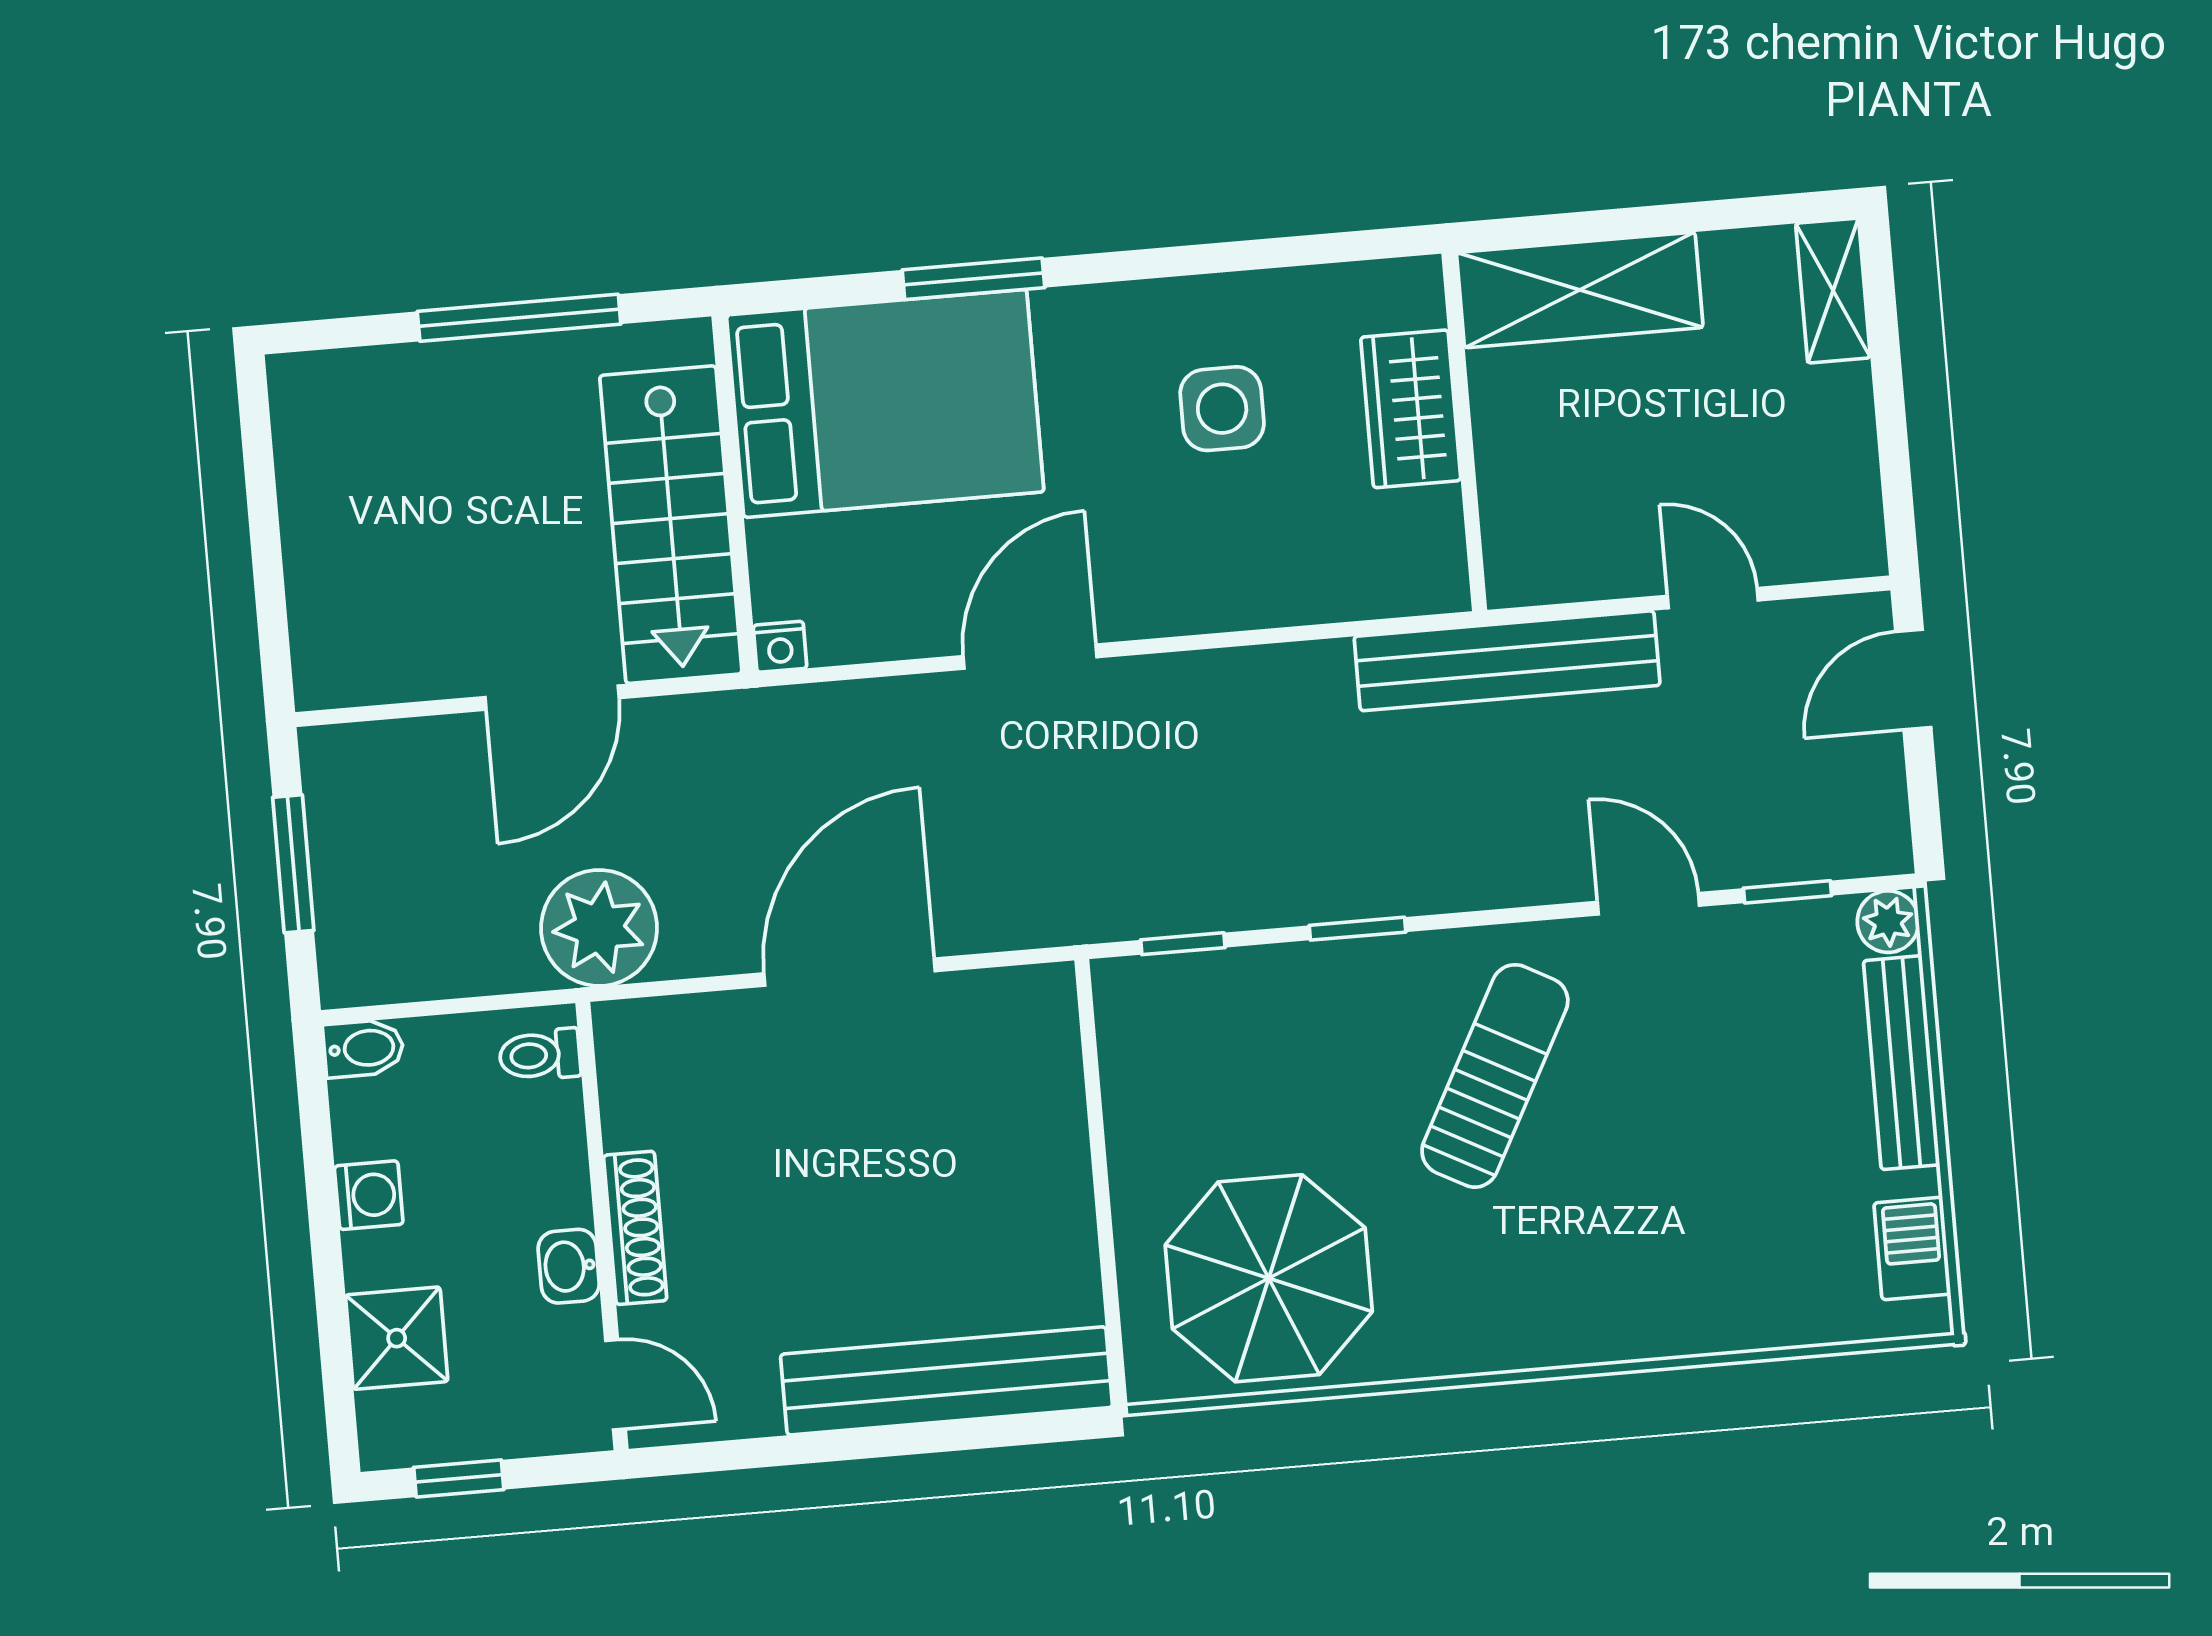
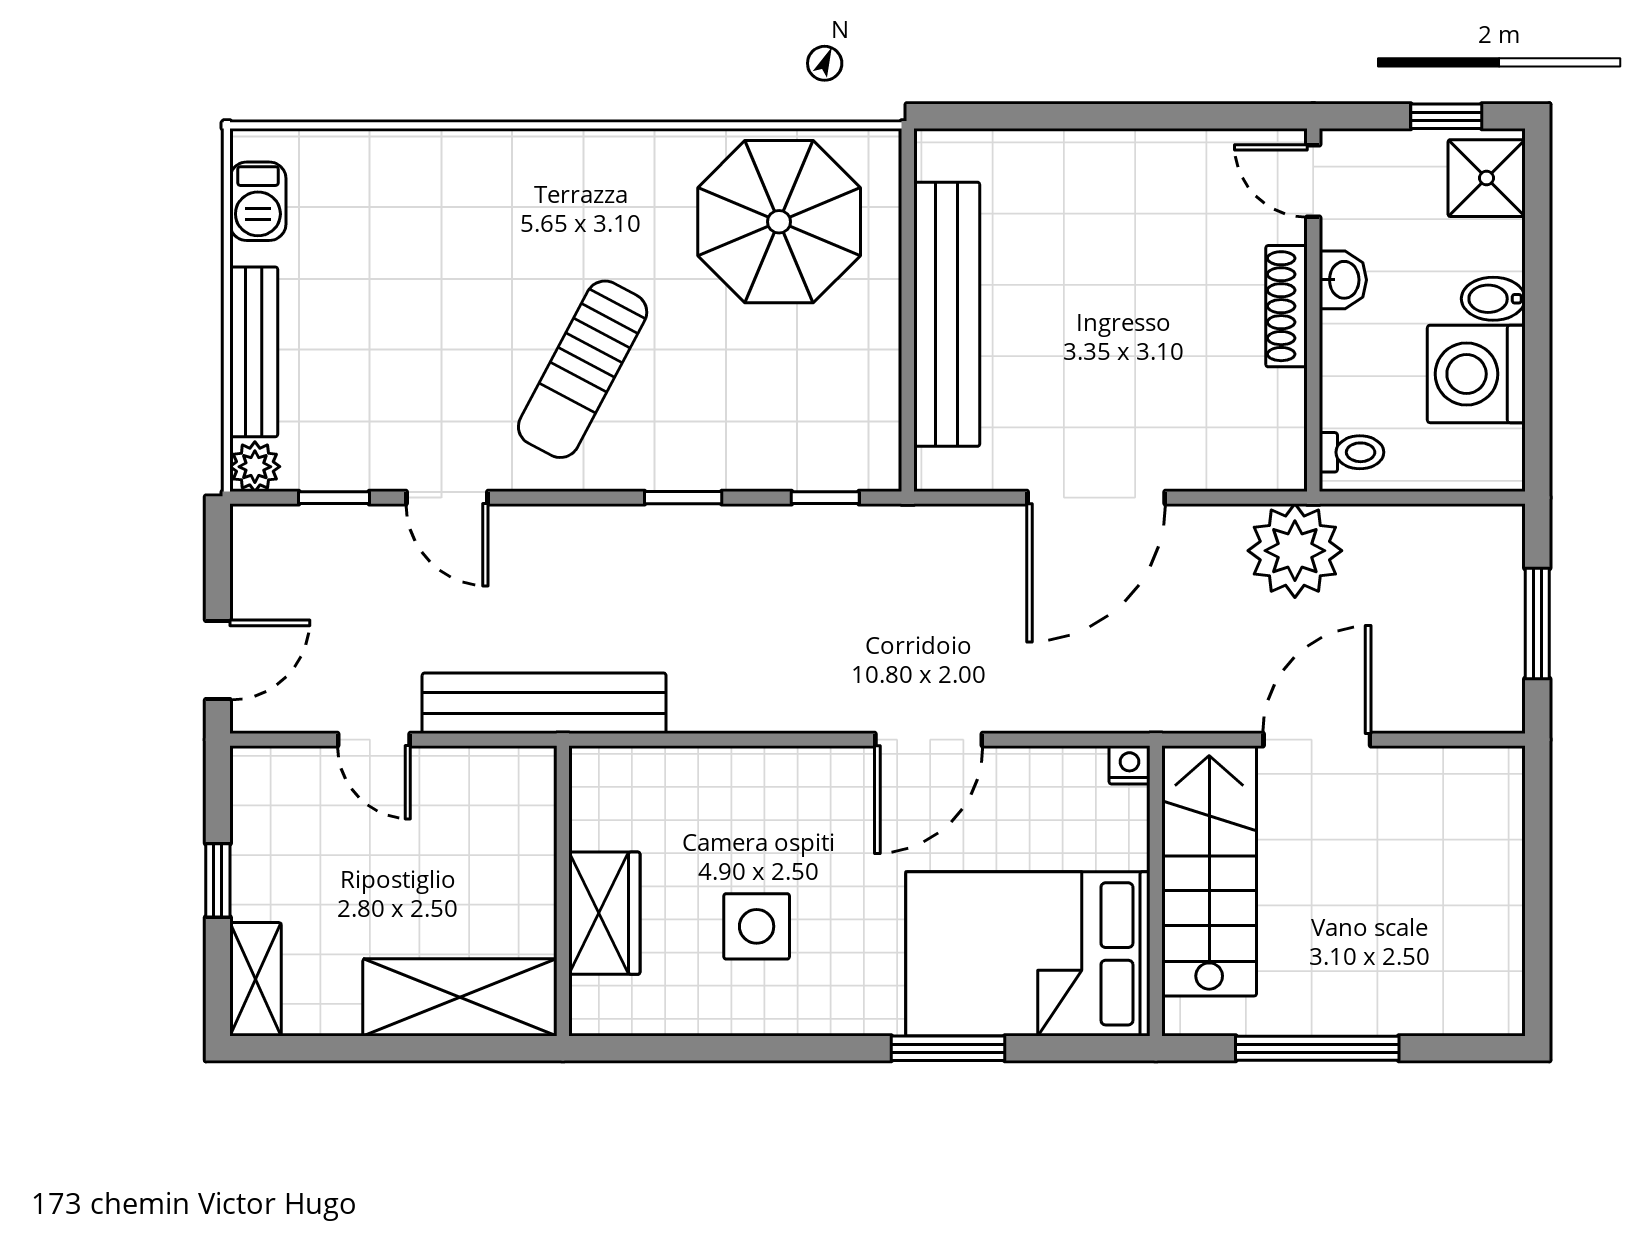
window: (1890, 408) -> (218, 880), added
bidet: (364, 1048) -> (1493, 299), moved
washing machine: (369, 1195) -> (1476, 374), width x1.89, depth x1.89
shower: (397, 1338) -> (1487, 178), moved
bench: (946, 1381) -> (947, 314), moved, turned 90

